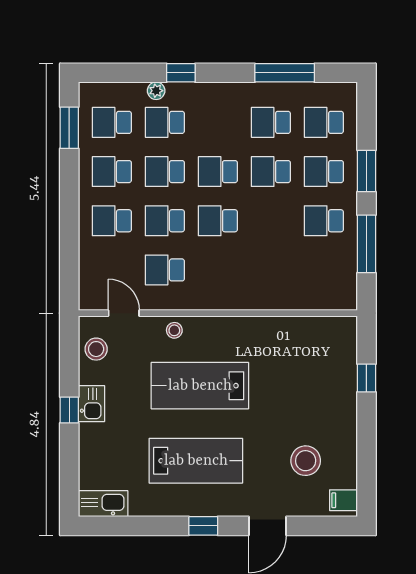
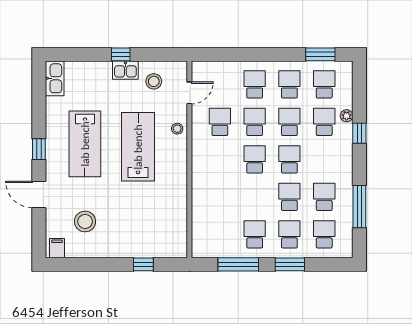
stool: (96, 349) -> (154, 81), moved

